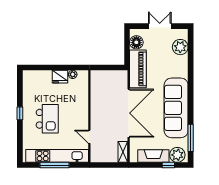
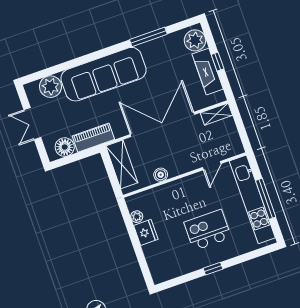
piano: (138, 69) -> (93, 138), width x0.73, depth x0.75
shelving: (111, 77) -> (122, 164), added
boiler: (95, 100) -> (161, 175), added
sofa: (176, 108) -> (104, 74), moved
window: (191, 138) -> (148, 37), moved
window: (168, 165) -> (218, 62), moved

